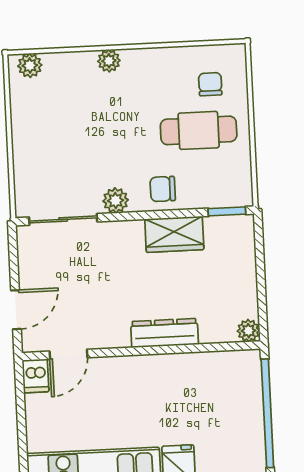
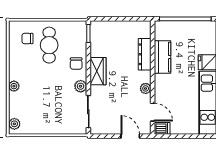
wardrobe: (174, 234) -> (98, 71), moved
plant: (248, 331) -> (146, 88), moved
dresser: (164, 333) -> (145, 54), moved
kitchen counter: (185, 369) -> (163, 57), added

